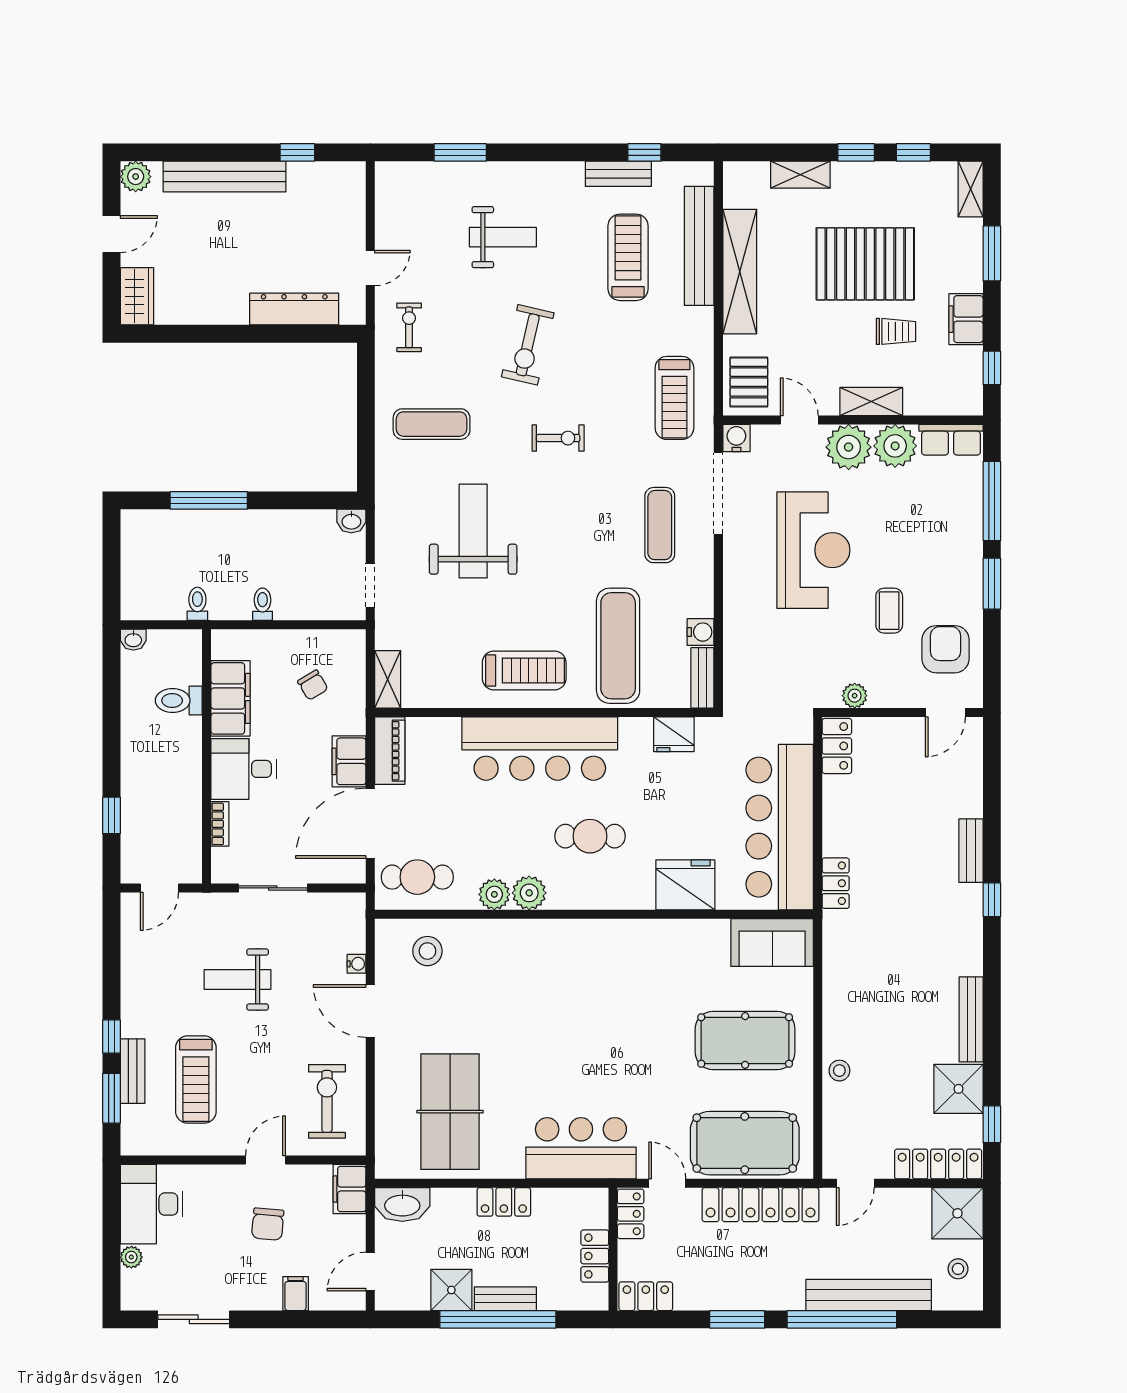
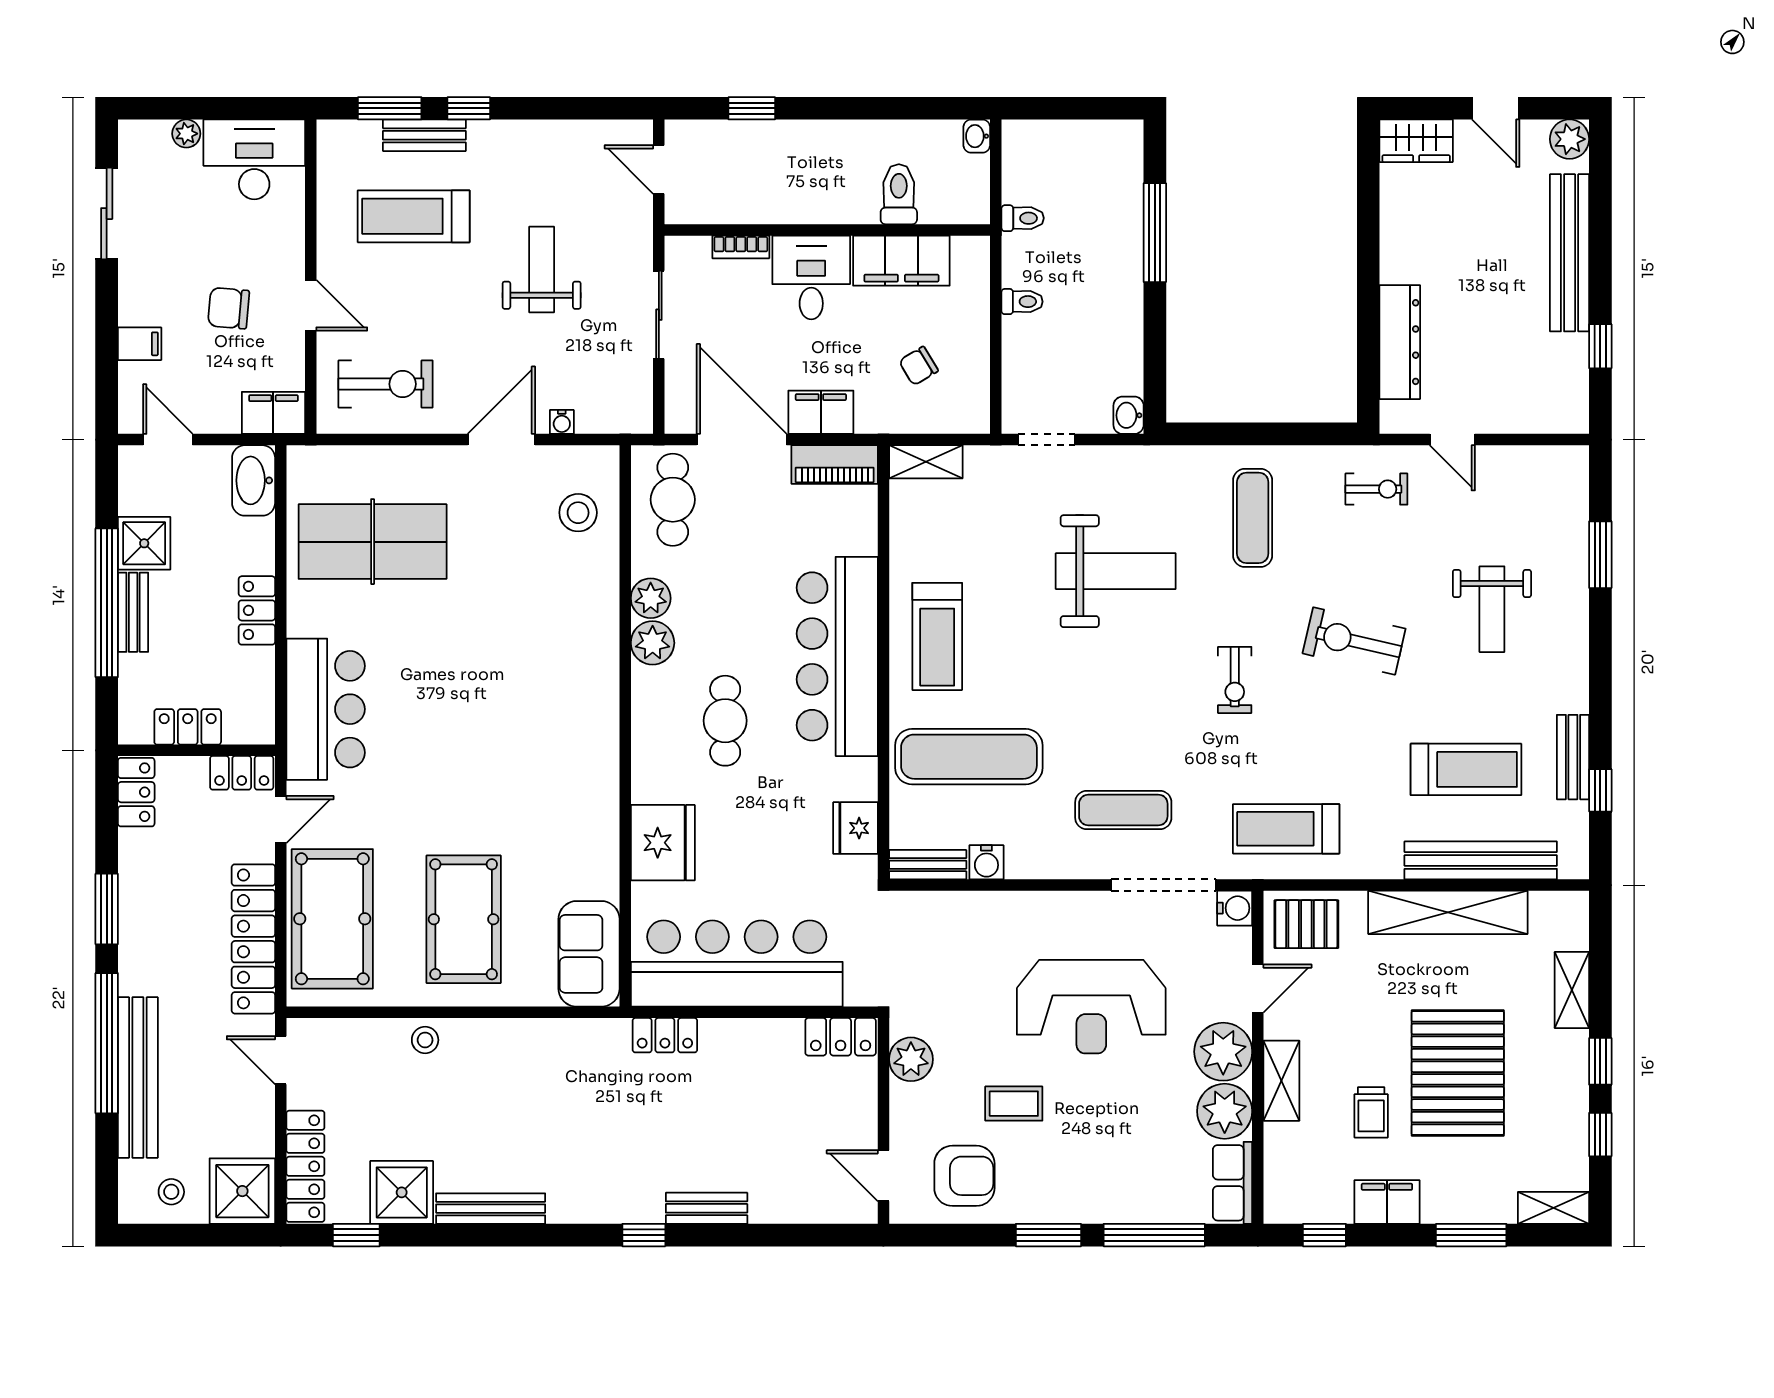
plant: (855, 696) -> (911, 1059), width x1.38, depth x1.38

